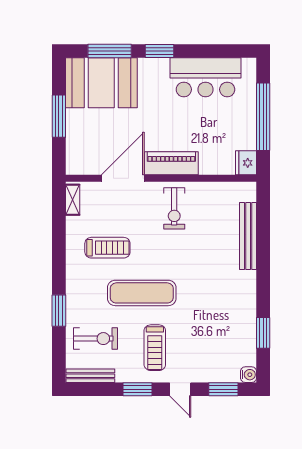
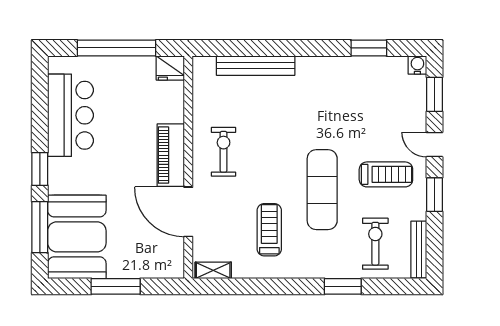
exercise bike: (174, 208) -> (224, 152), turned -90
door: (180, 389) -> (434, 145), swing flipped

